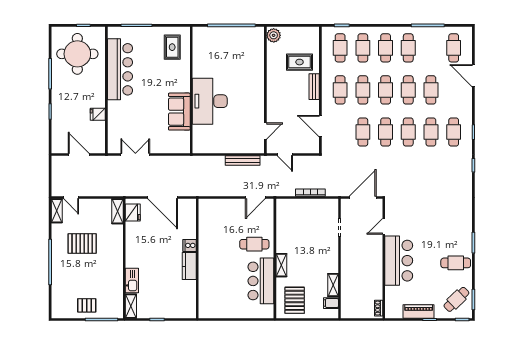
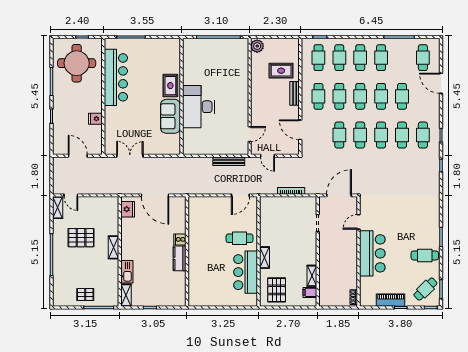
rug: (172, 47) -> (170, 86), moved
shelving: (117, 211) -> (113, 247), moved

